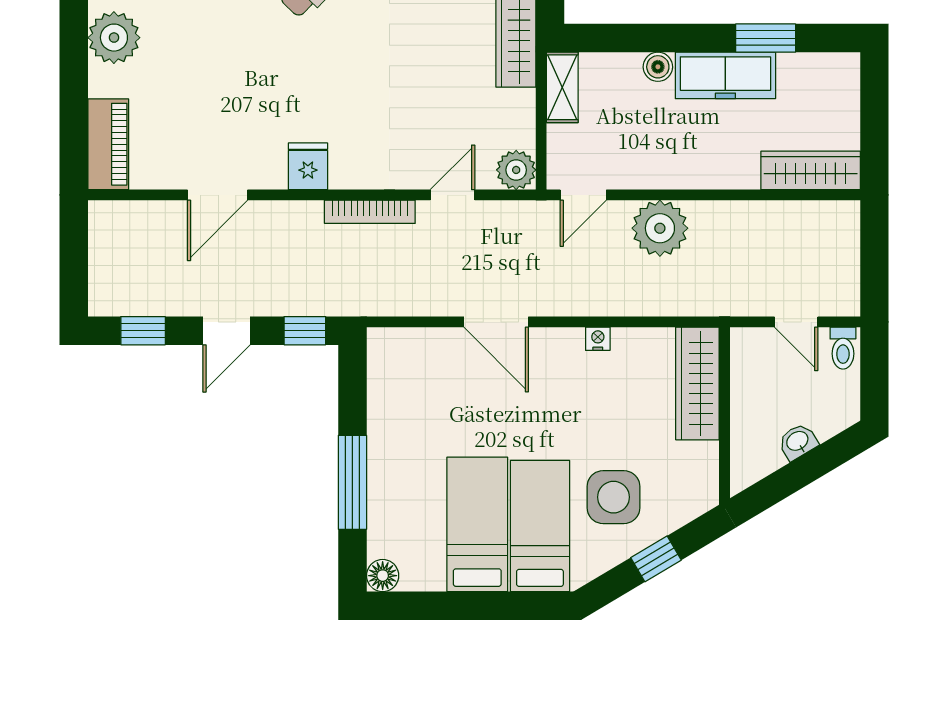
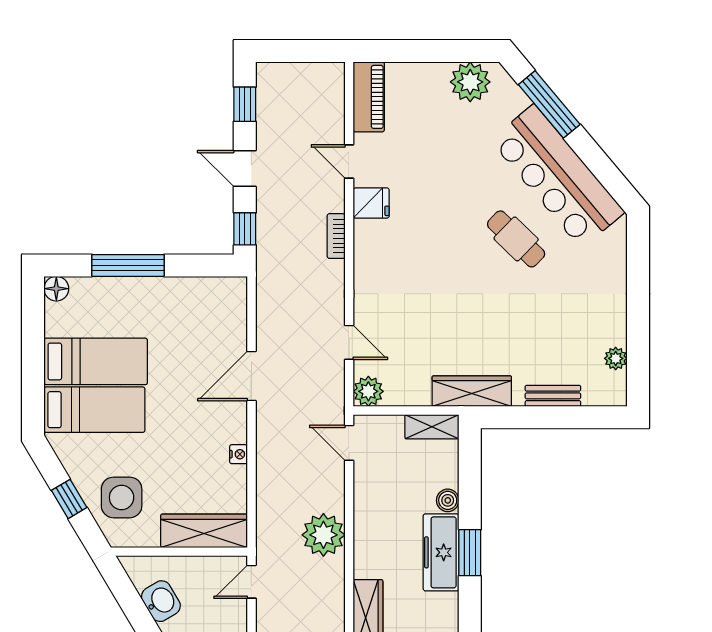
window: (766, 38) -> (470, 553), moved
piano: (108, 144) -> (369, 97), moved, turned -90
fridge: (308, 166) -> (371, 203), moved
door: (218, 195) -> (349, 162), width x0.73
bookcase: (370, 212) -> (336, 236), moved, width x0.64
plant: (660, 228) -> (323, 535), moved
door: (796, 322) -> (251, 582), moved
washbasin: (798, 442) -> (161, 601), width x1.38, depth x1.45
side table: (613, 497) -> (122, 497), moved

